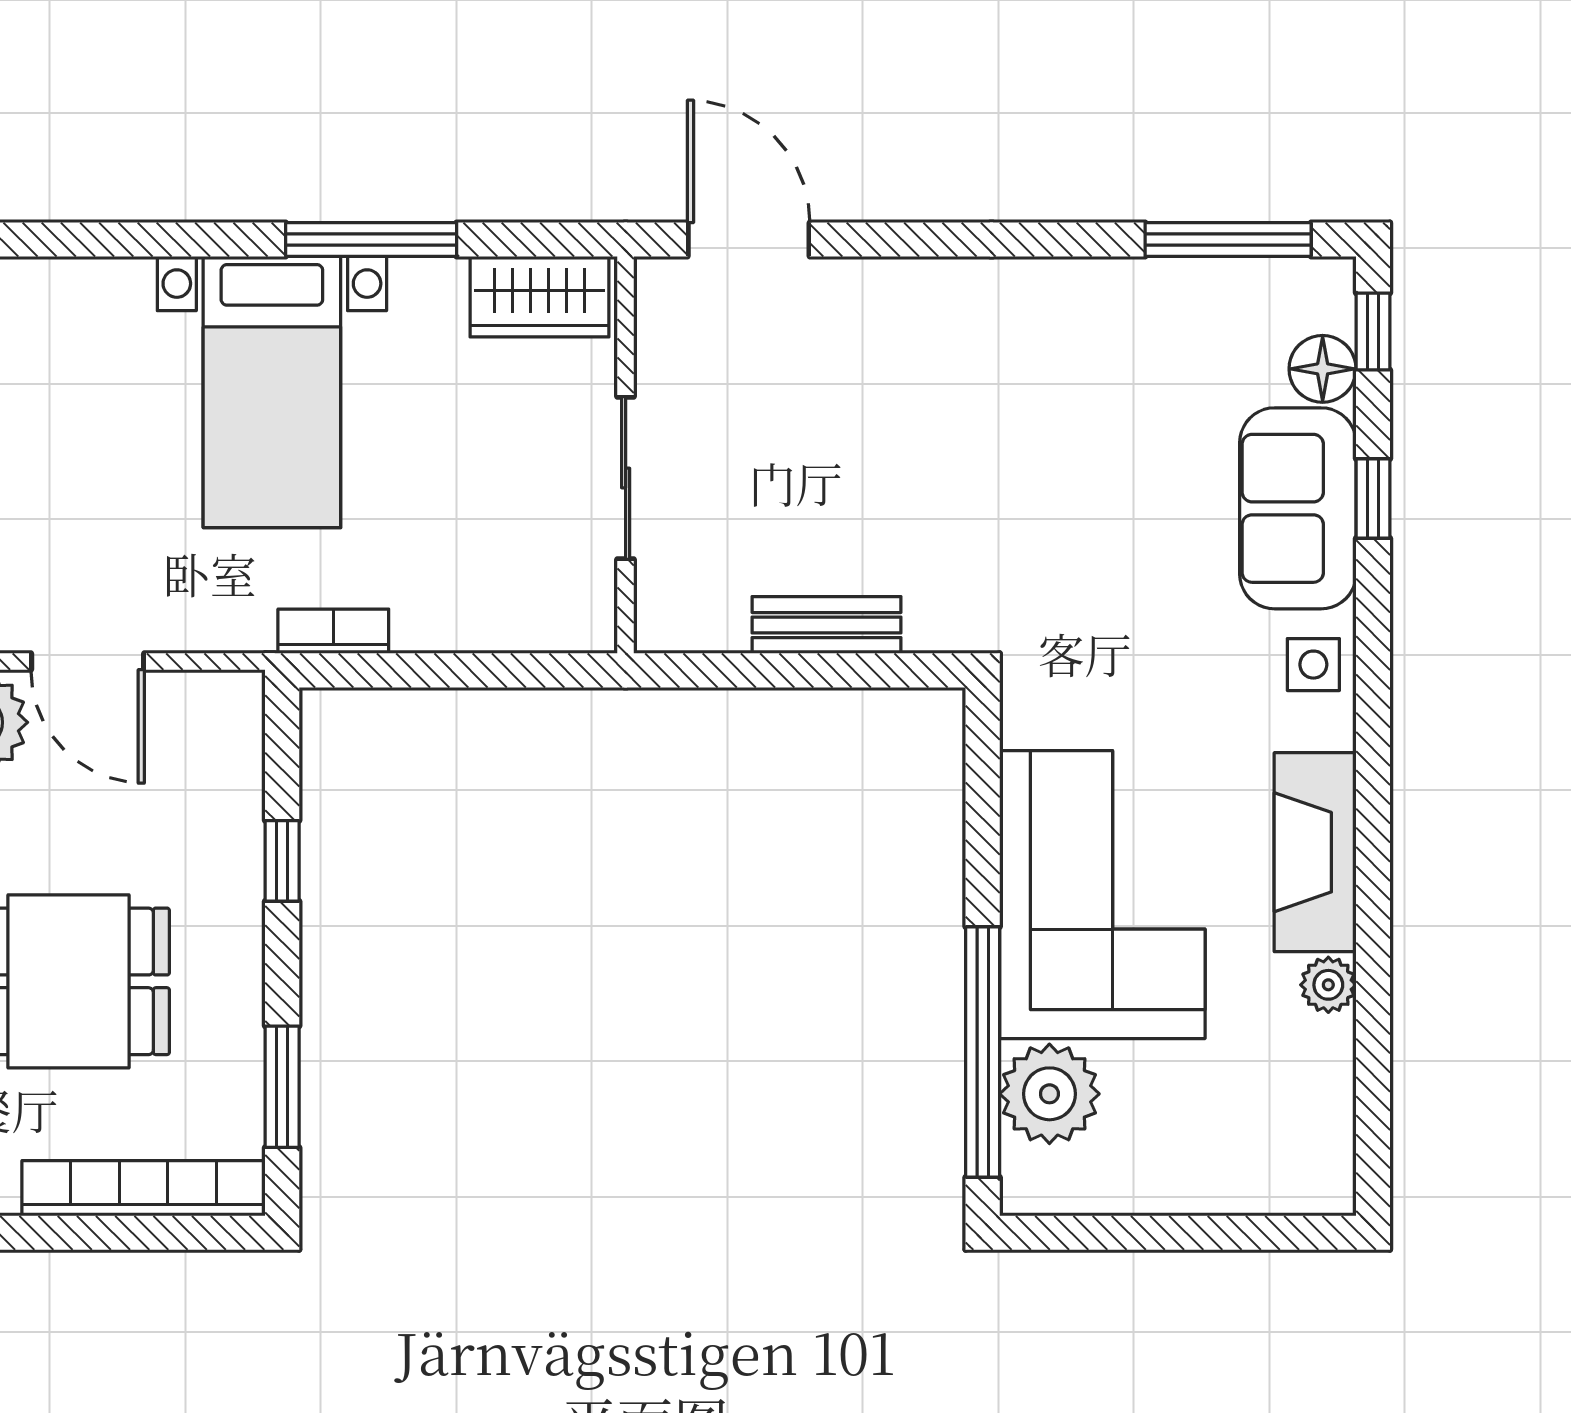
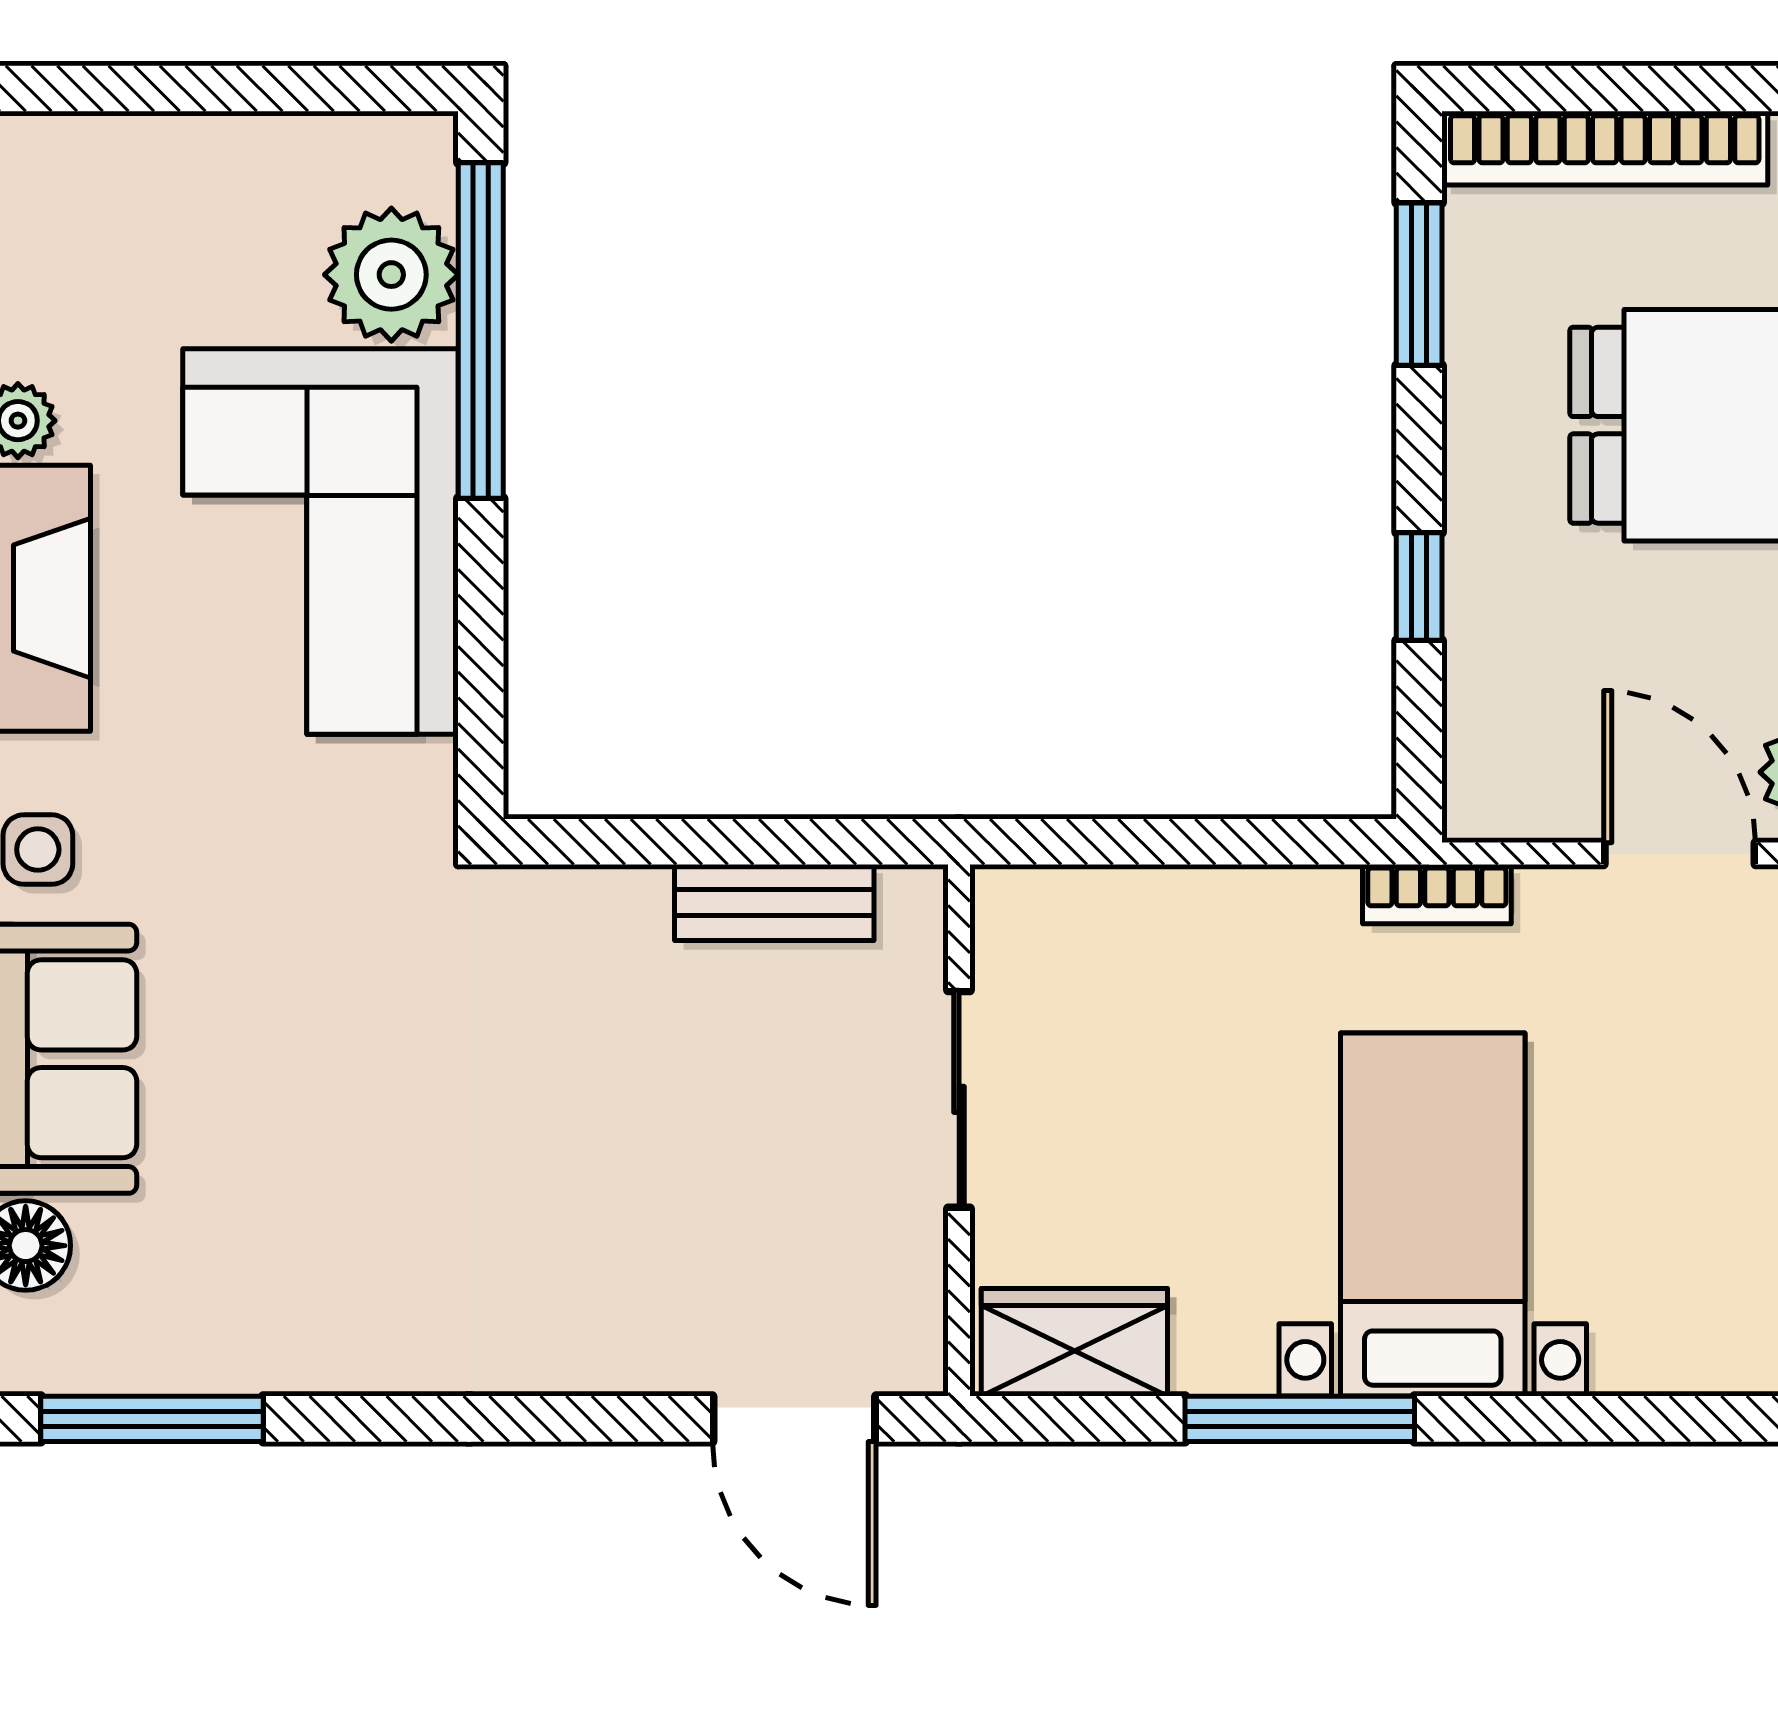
bench: (827, 625) -> (774, 902), moved
bookcase: (333, 631) -> (1437, 894), moved

